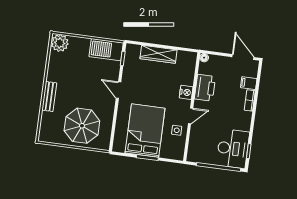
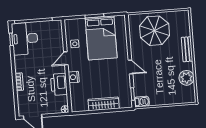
plant: (60, 43) -> (187, 78), moved
barbecue: (106, 50) -> (142, 102), width x0.53, depth x0.65
filing cabinet: (249, 83) -> (23, 96), removed

